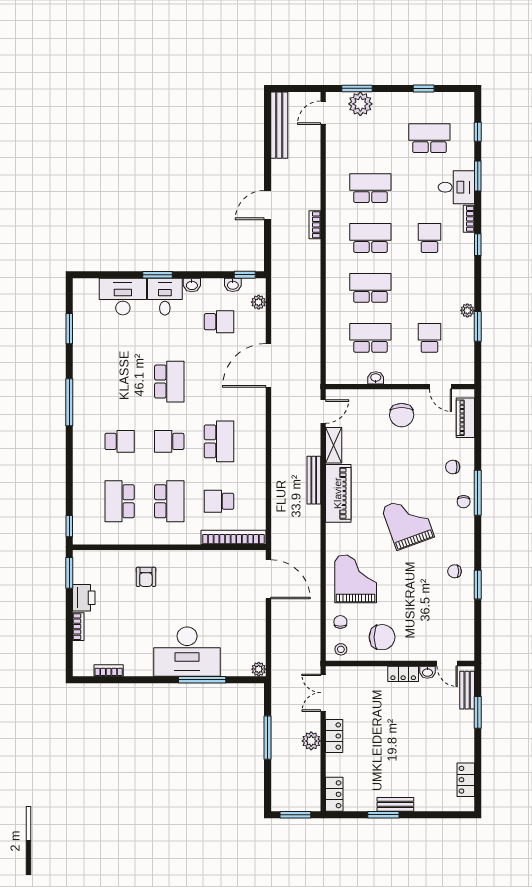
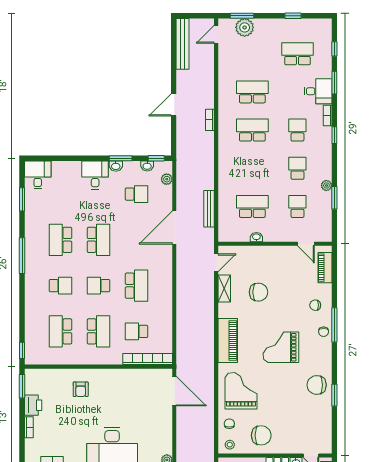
window: (157, 275) -> (121, 158), moved
school desk: (370, 288) -> (297, 168), moved, width x0.54
desk: (123, 297) -> (38, 175), moved, width x0.73
school desk: (120, 382) -> (60, 240), added
chair: (402, 415) -> (258, 292), moved, turned -90
bench: (314, 480) -> (209, 209), moved
piano: (338, 493) -> (228, 341), moved
grand piano: (408, 522) -> (281, 347), turned -70
chair: (455, 571) -> (317, 385), width x1.87, depth x1.87

